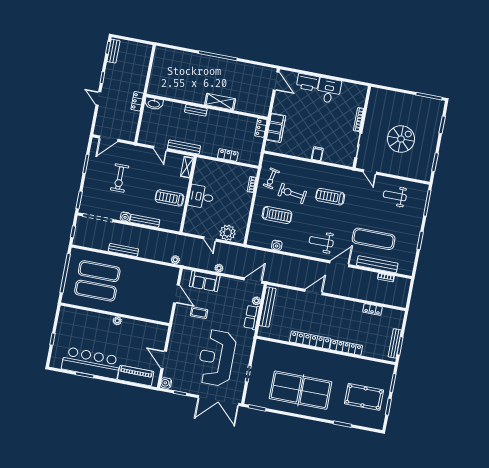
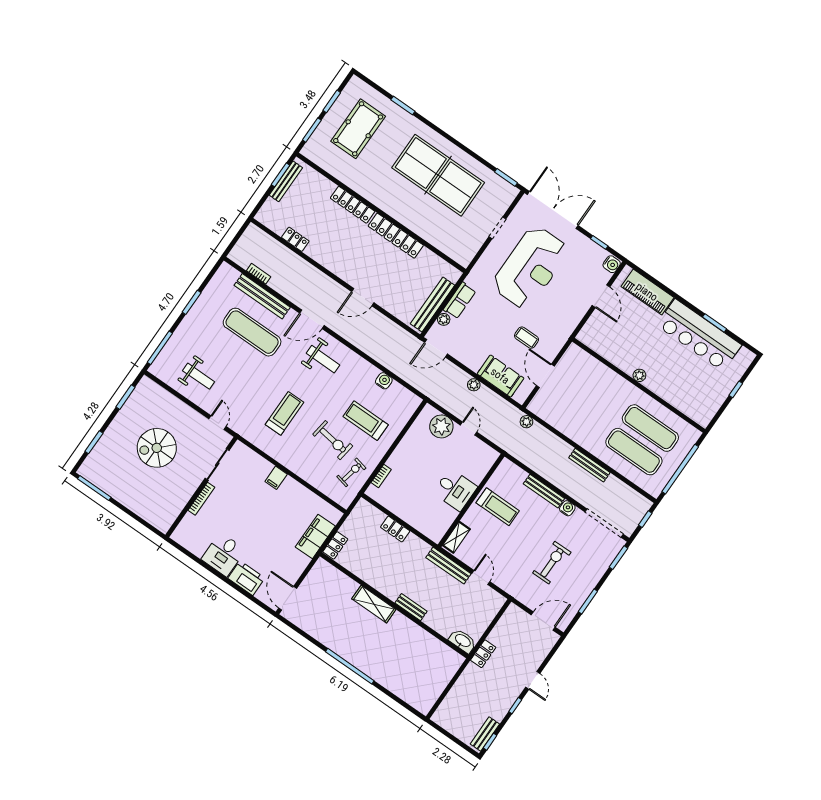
treadmill: (330, 197) -> (284, 413), turned -90
pool table: (364, 397) -> (358, 129), turned 90

